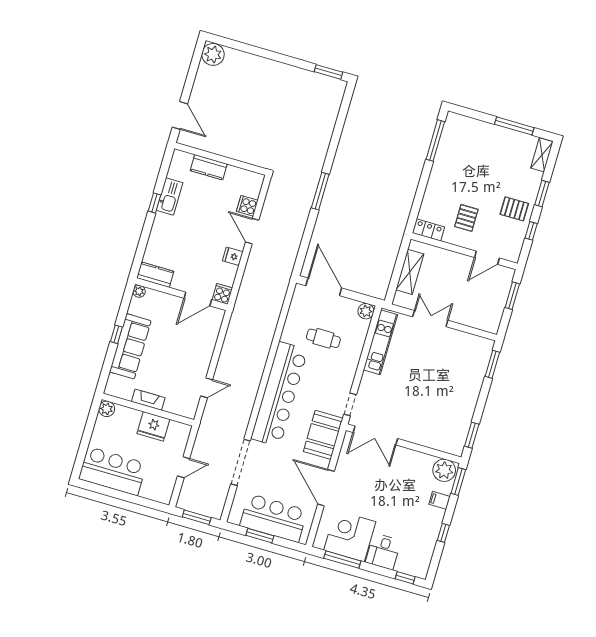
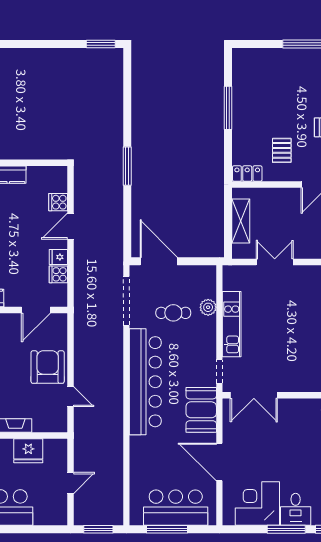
window: (435, 140) -> (228, 108), moved
door: (252, 231) -> (71, 226), hinge flipped
cooker: (222, 294) -> (58, 274), moved, turned -90
plant: (366, 311) -> (208, 307), moved
kitchen unit: (380, 342) -> (232, 324), moved
armchair: (193, 355) -> (48, 367), added
door: (207, 388) -> (71, 397), hinge flipped
doorway: (241, 462) -> (126, 301), moved
window: (260, 536) -> (167, 529), width x1.44
window: (342, 560) -> (286, 529), moved

